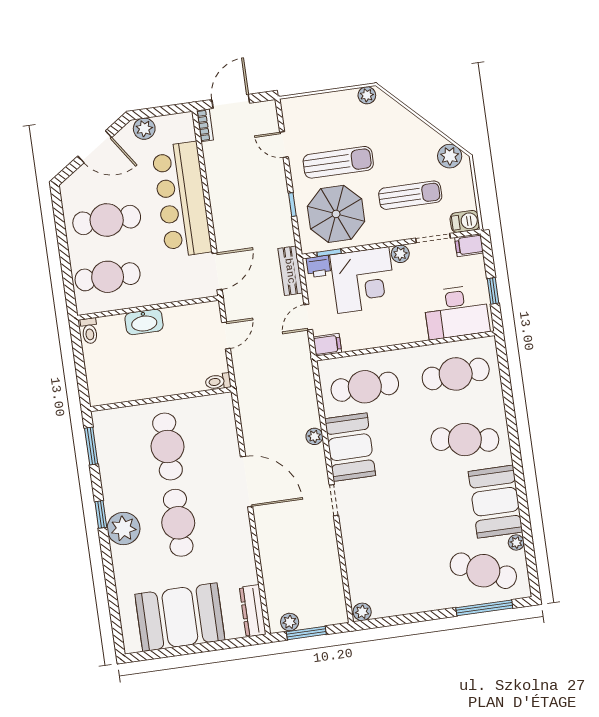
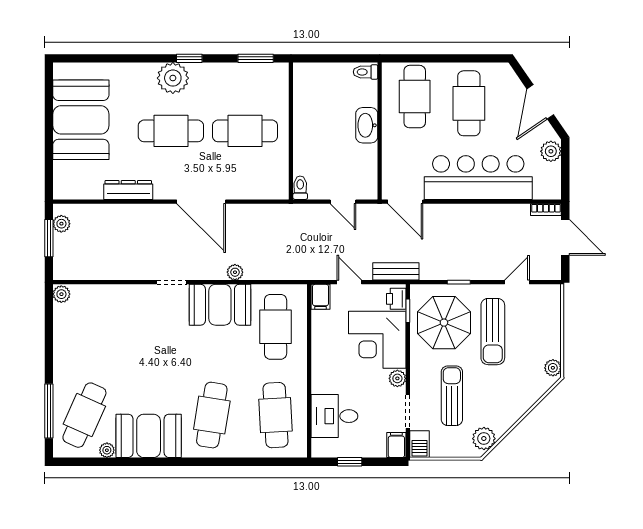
sun lounger: (410, 195) -> (452, 396), turned 180
desk: (456, 312) -> (334, 416), width x0.73
door: (247, 481) -> (201, 202), hinge flipped
dresser: (253, 611) -> (128, 190), moved

